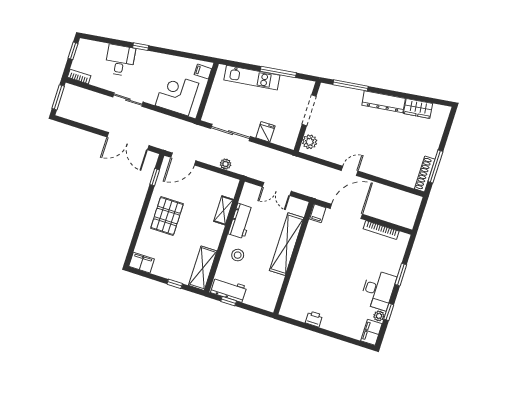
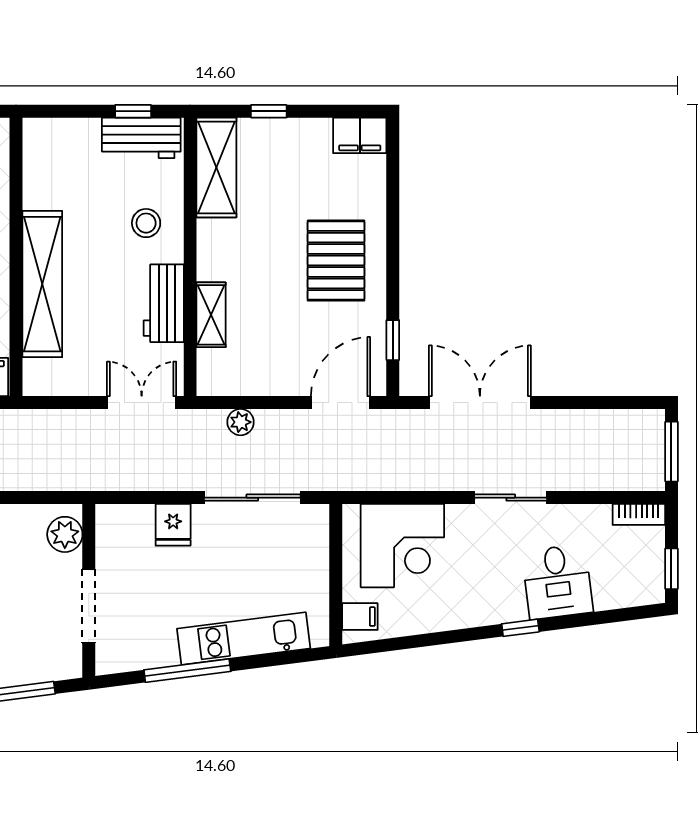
double door: (277, 189) -> (142, 403), moved

